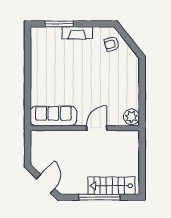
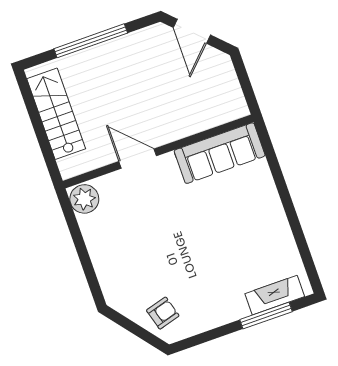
fireplace: (77, 33) -> (275, 295), moved
door: (97, 128) -> (138, 159), swing flipped
stairs: (111, 186) -> (56, 114), moved, turned -90

